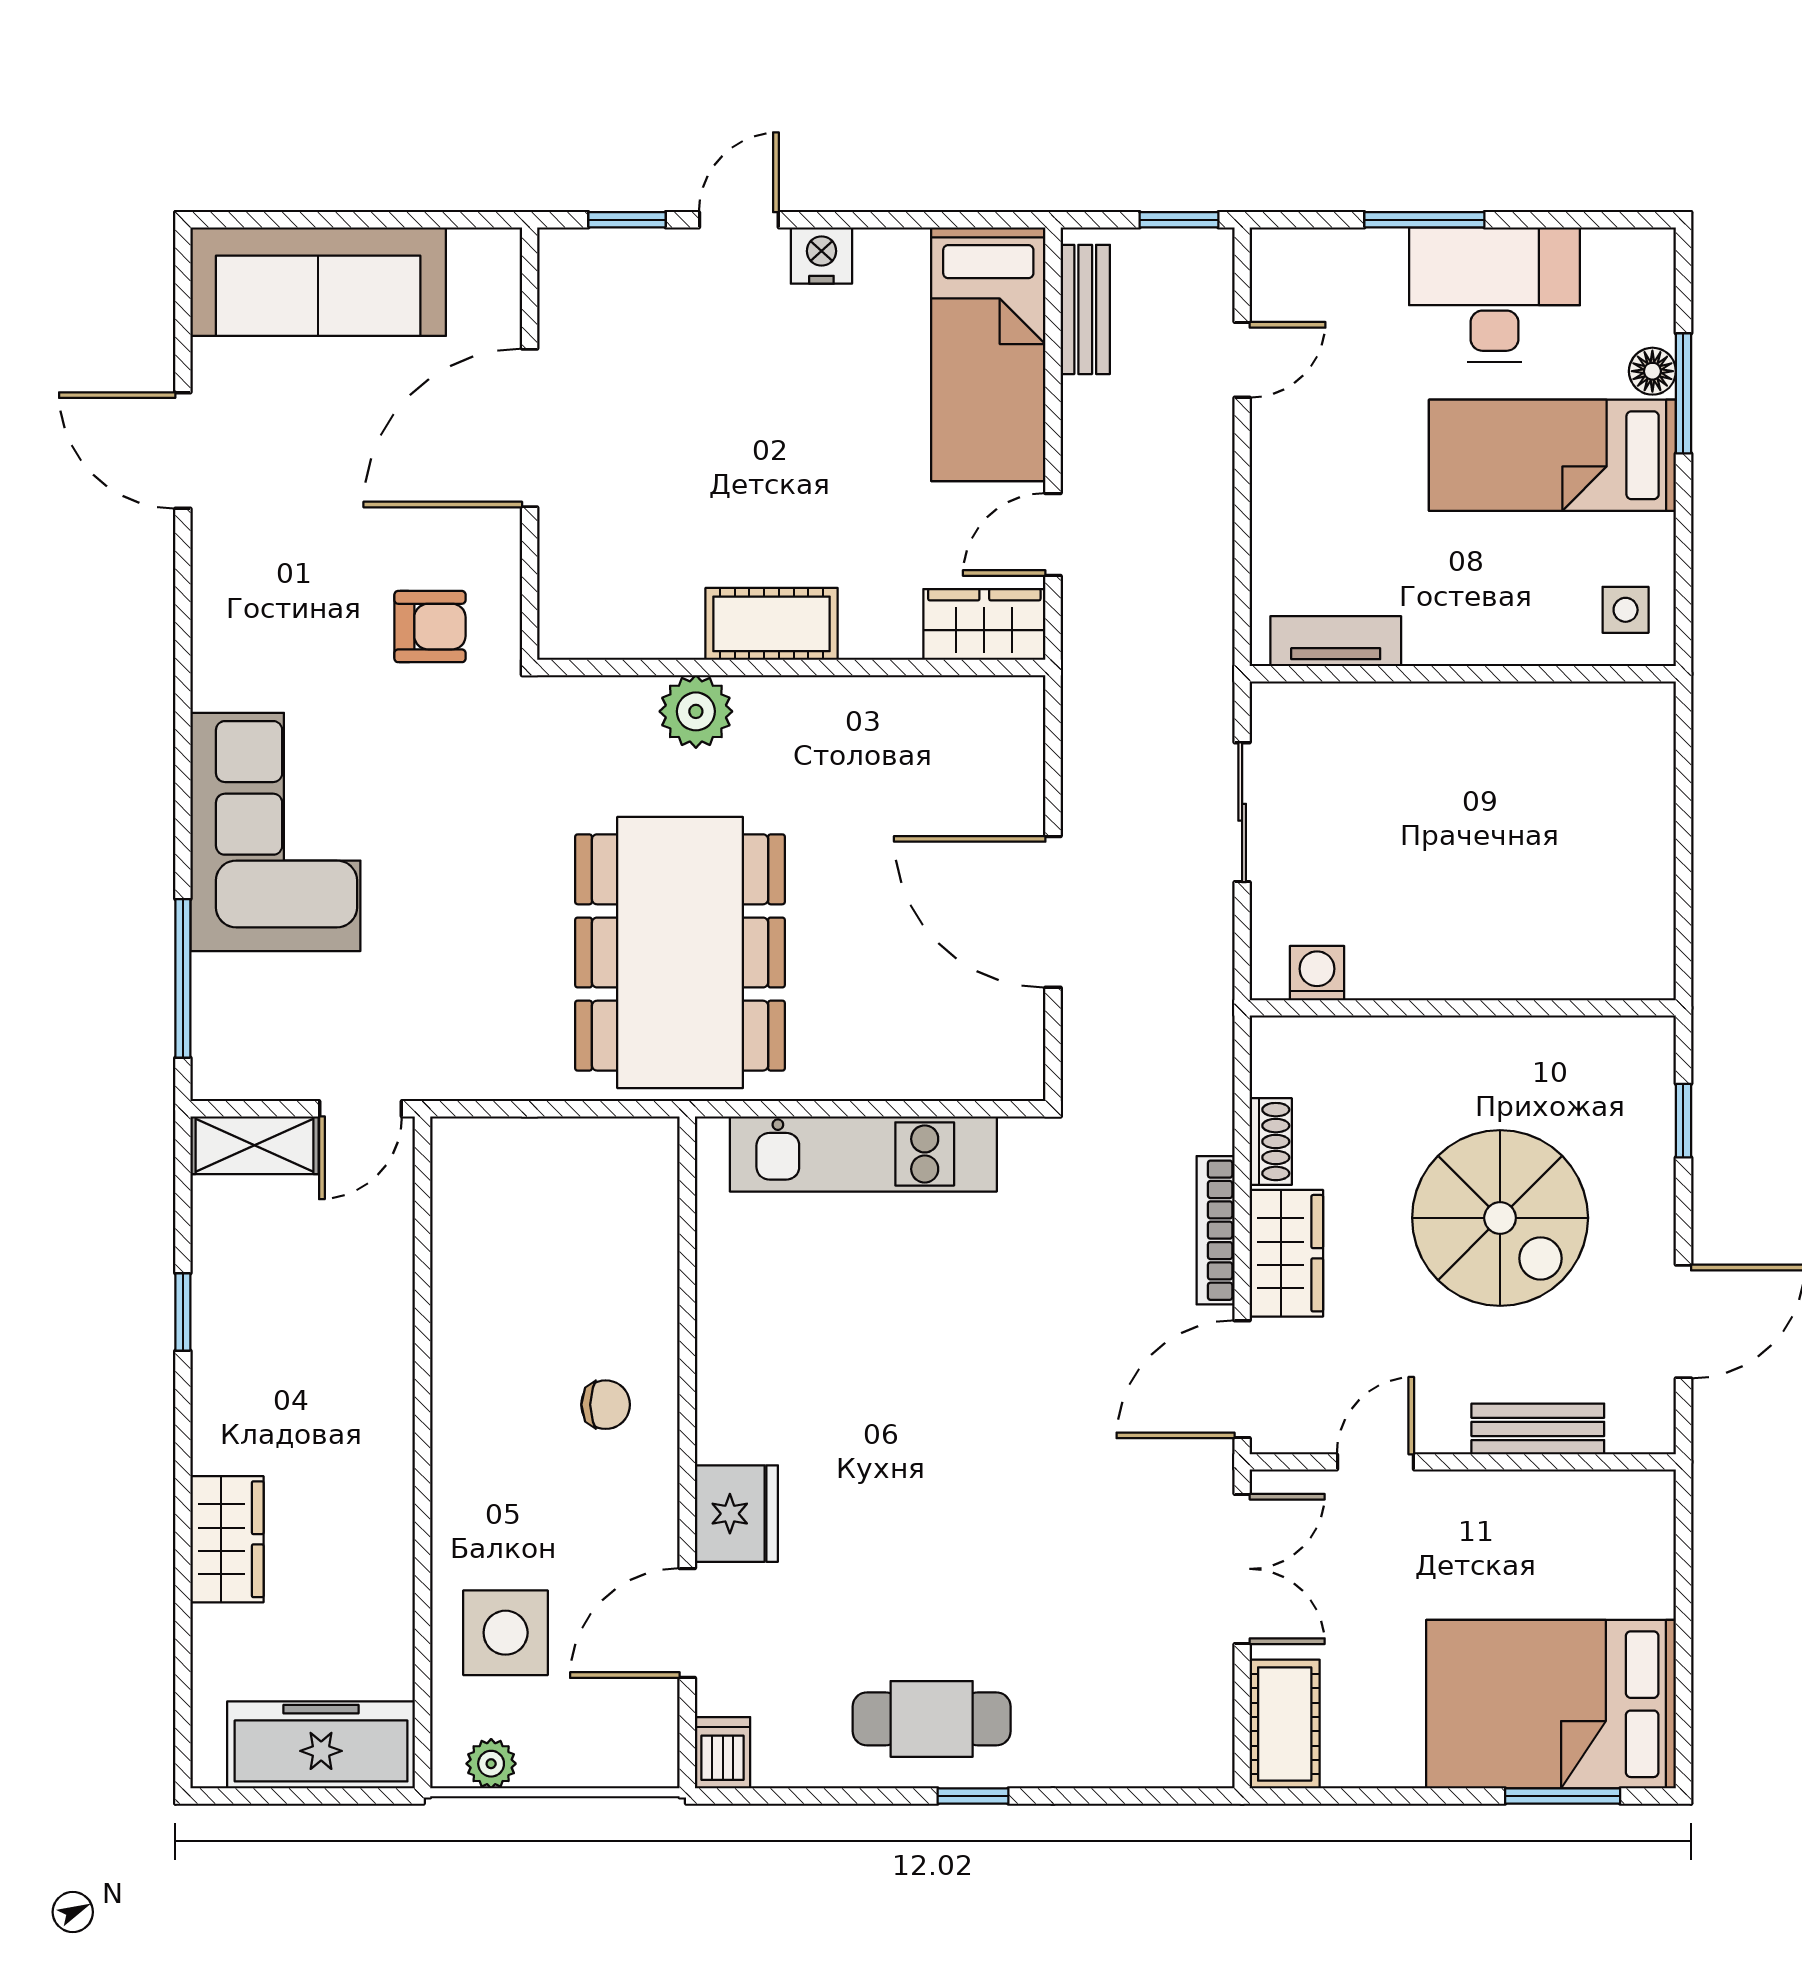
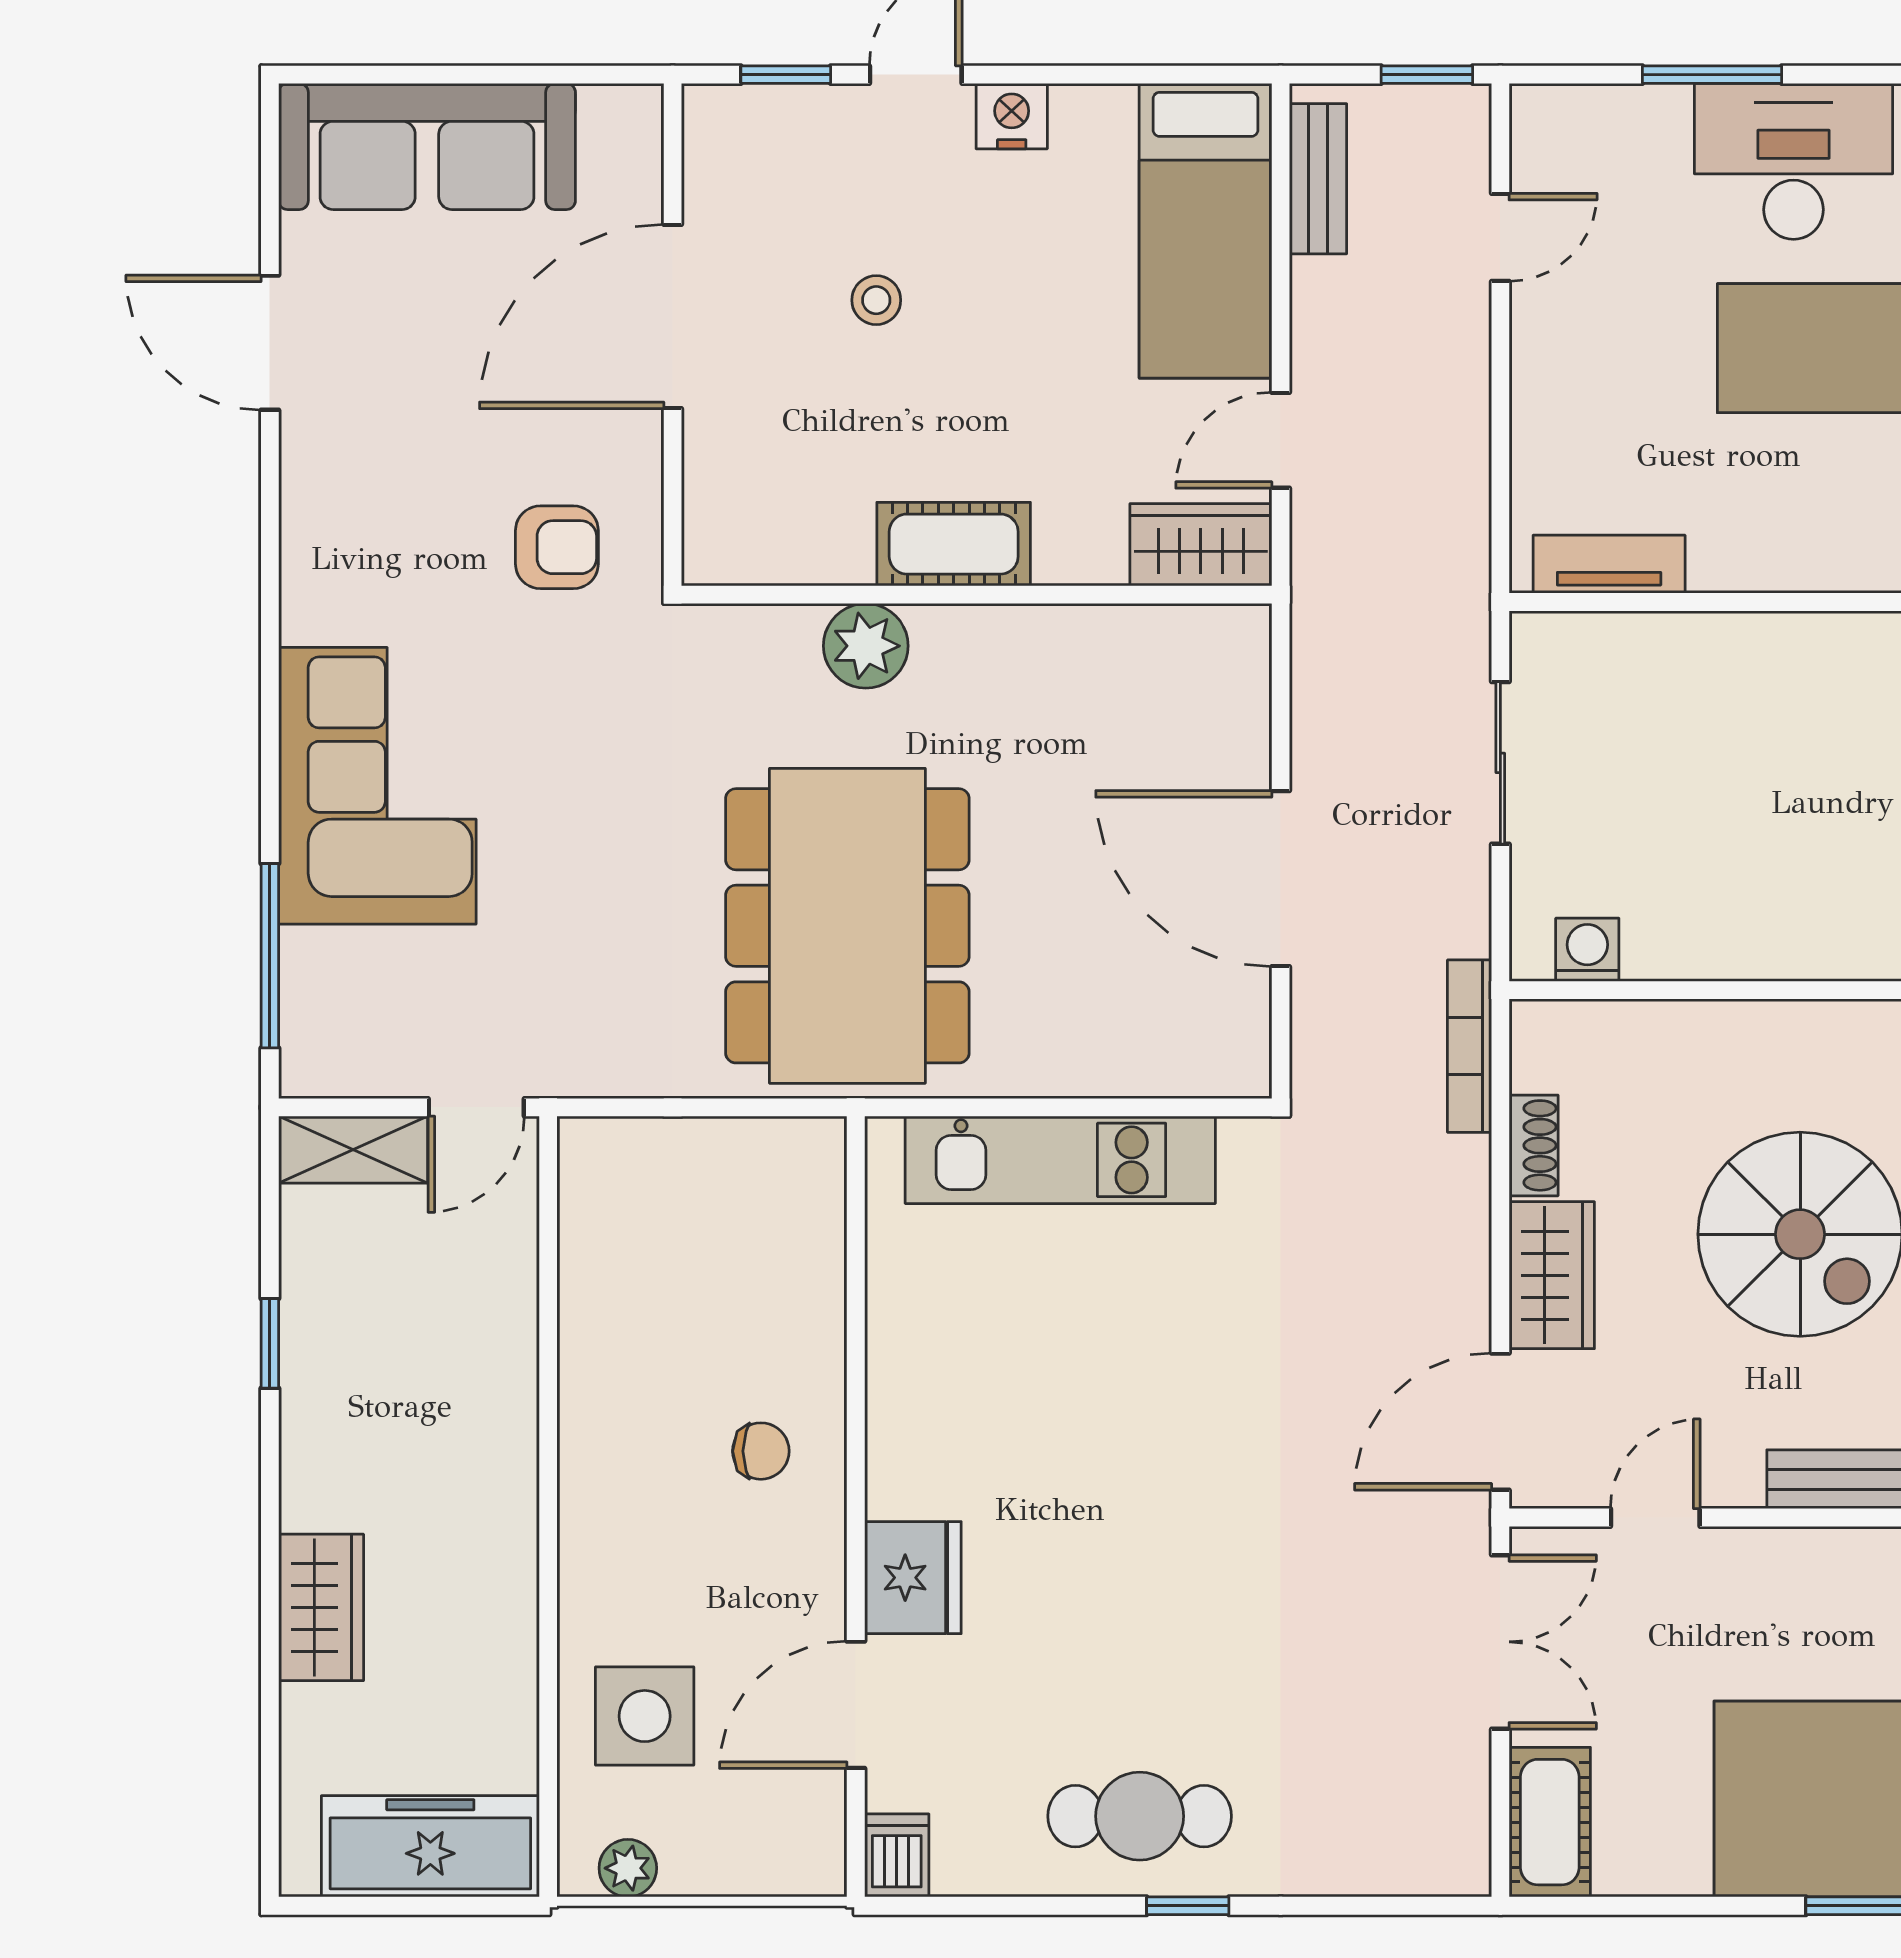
stool: (705, 414) -> (876, 300), added
bookcase: (1216, 1230) -> (1469, 1046), moved

